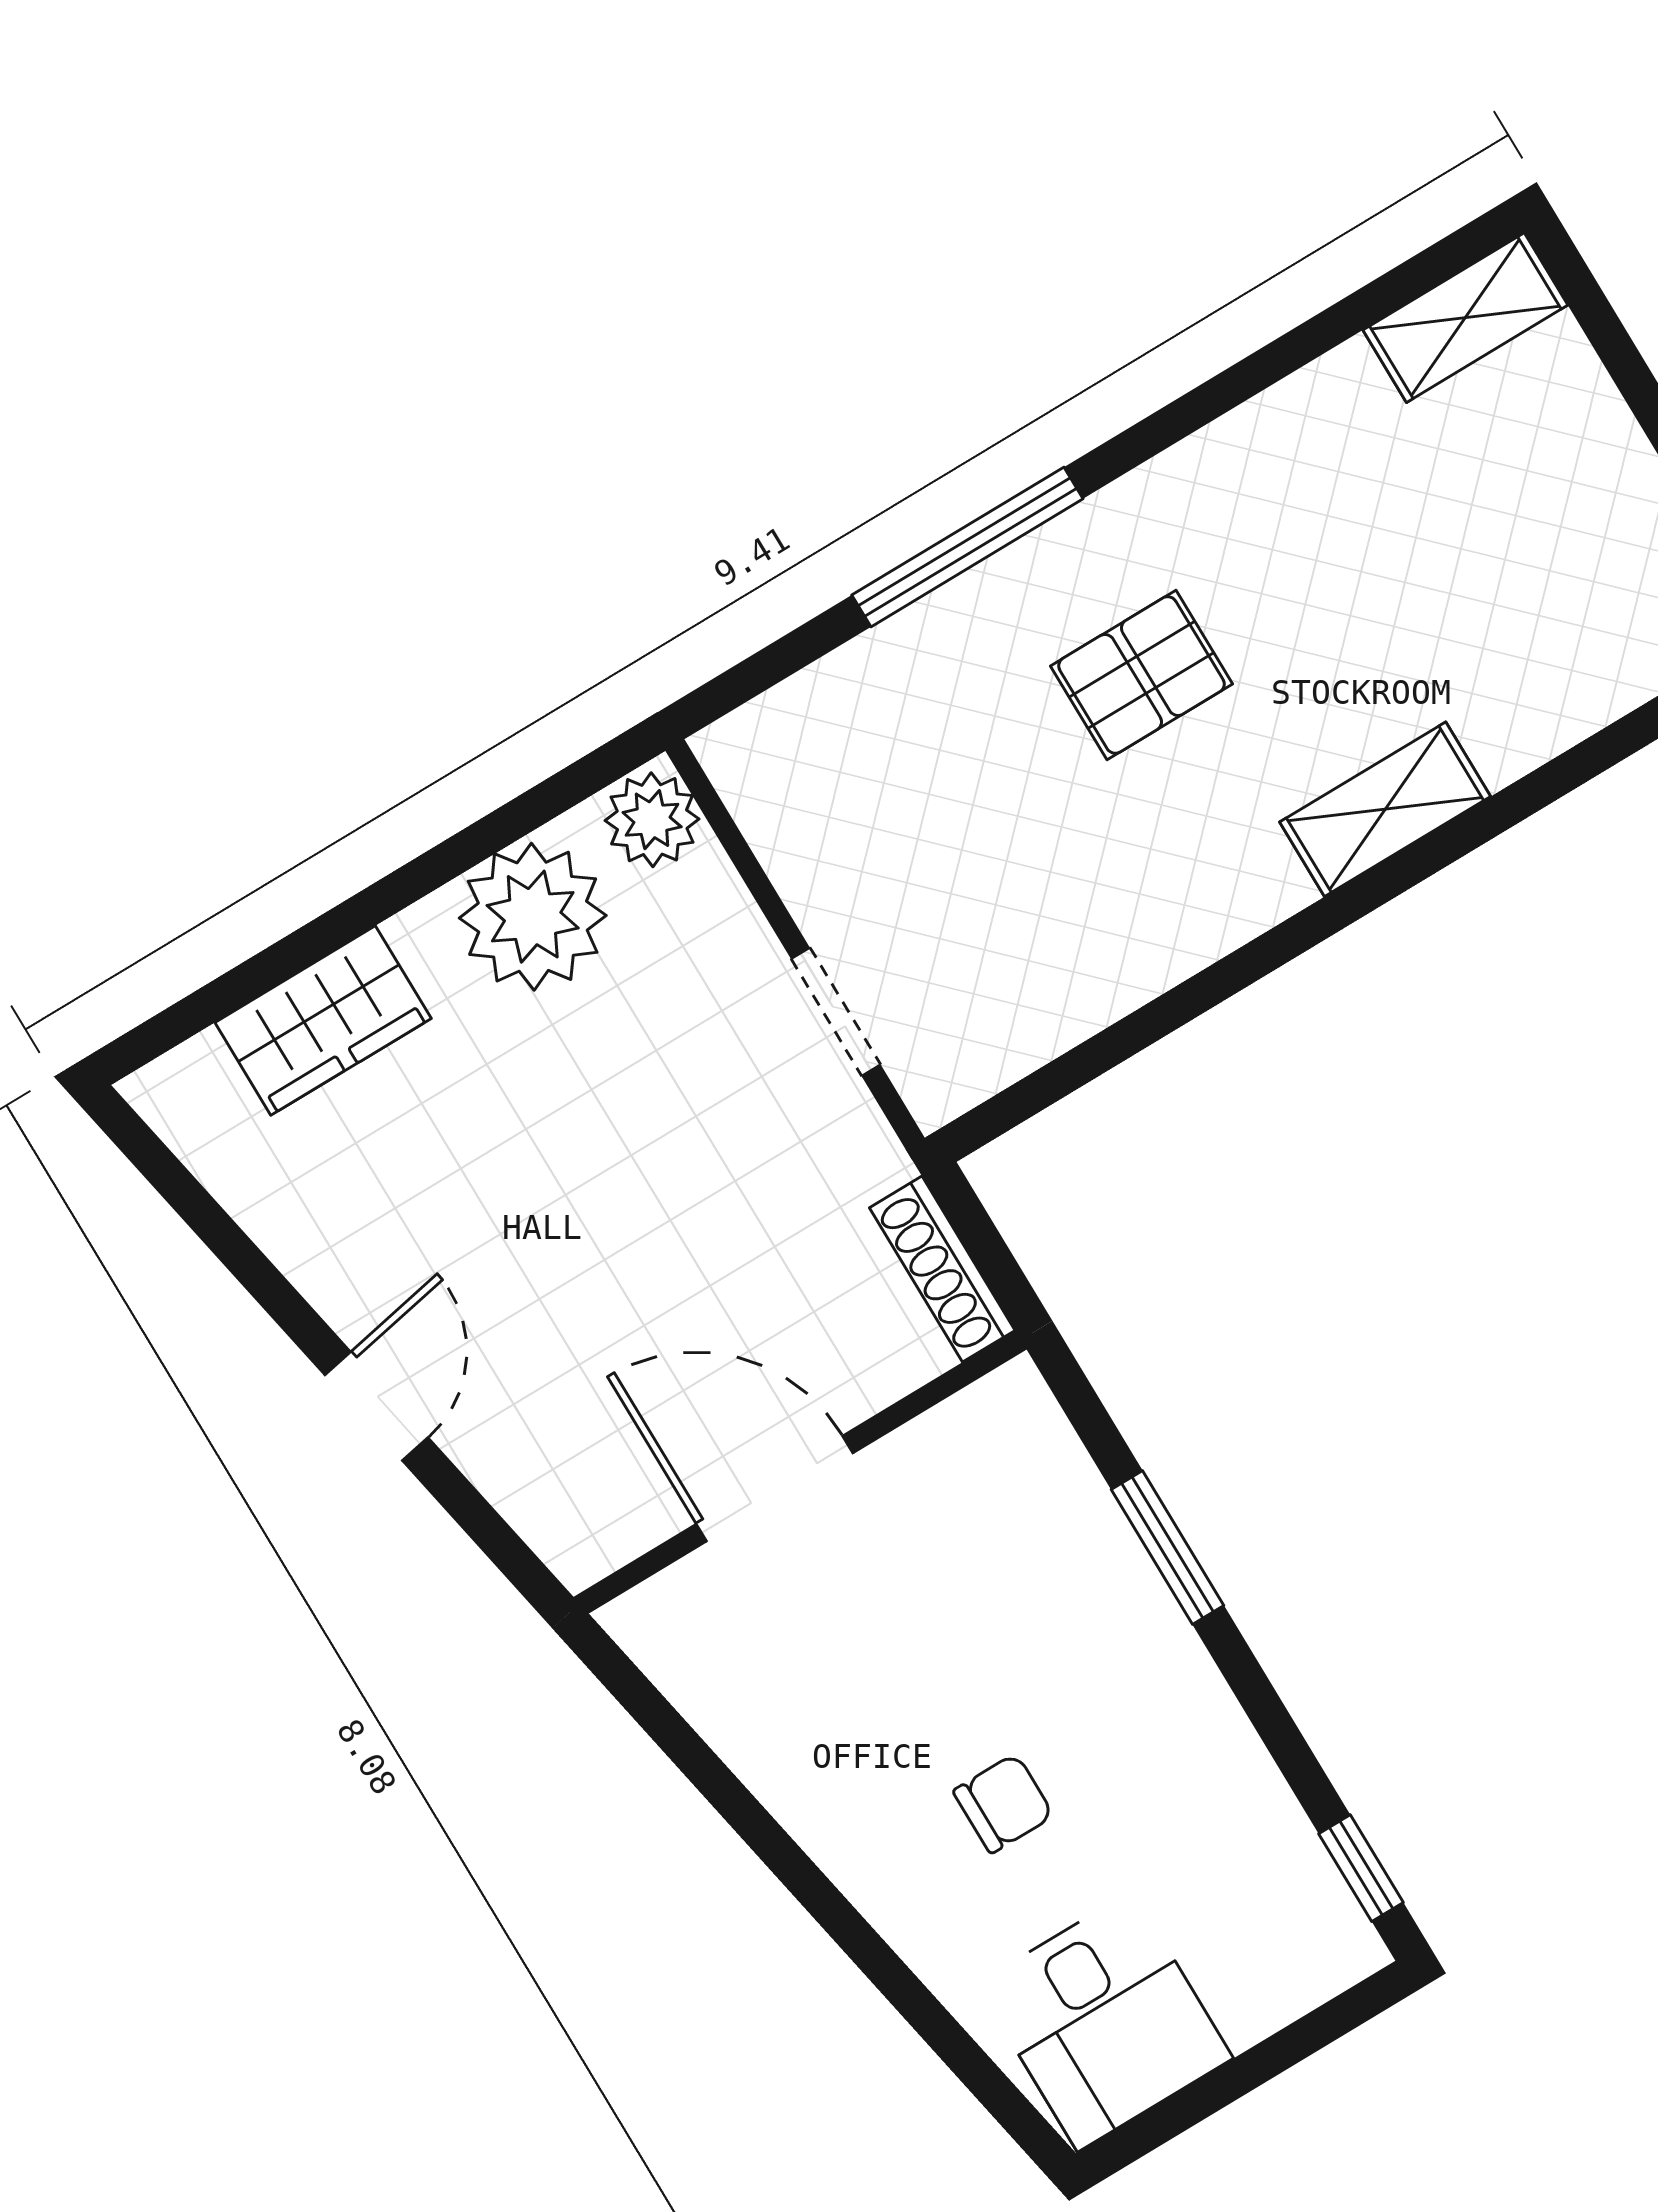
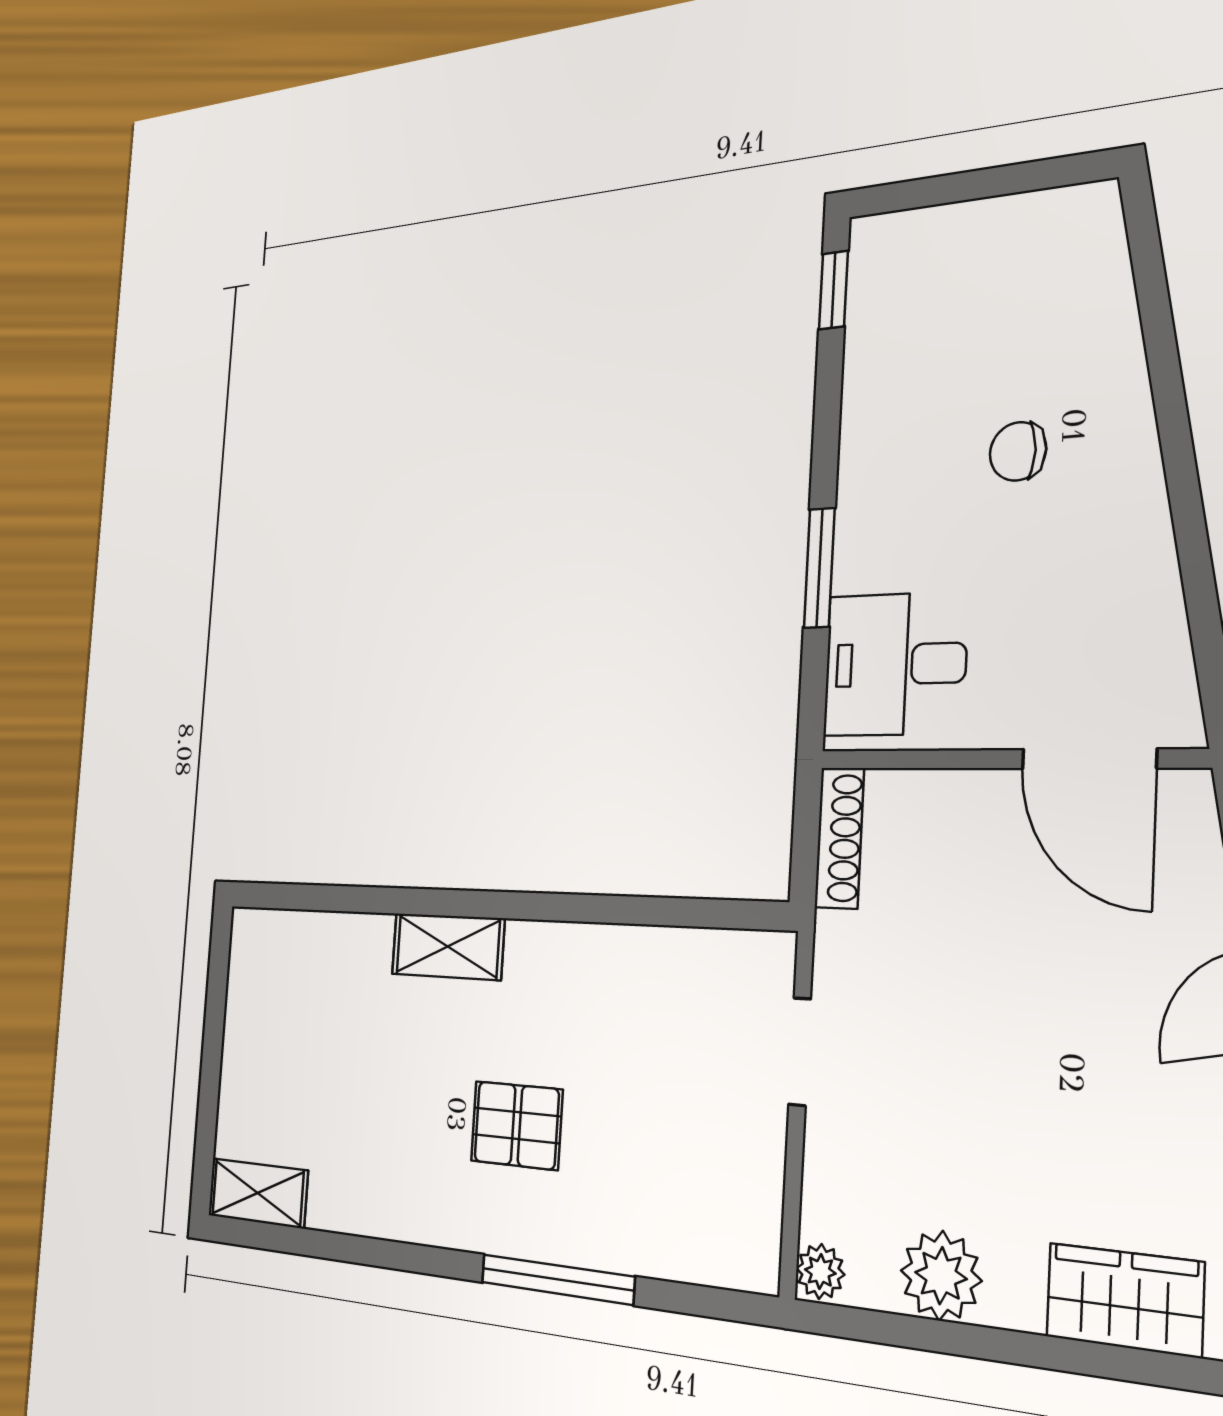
plant: (652, 820) -> (820, 1271), width x0.73, depth x0.73
plant: (533, 917) -> (941, 1276), width x0.73, depth x0.73
door: (775, 1489) -> (1089, 759), moved
desk: (1105, 2021) -> (895, 664), moved, turned -90

